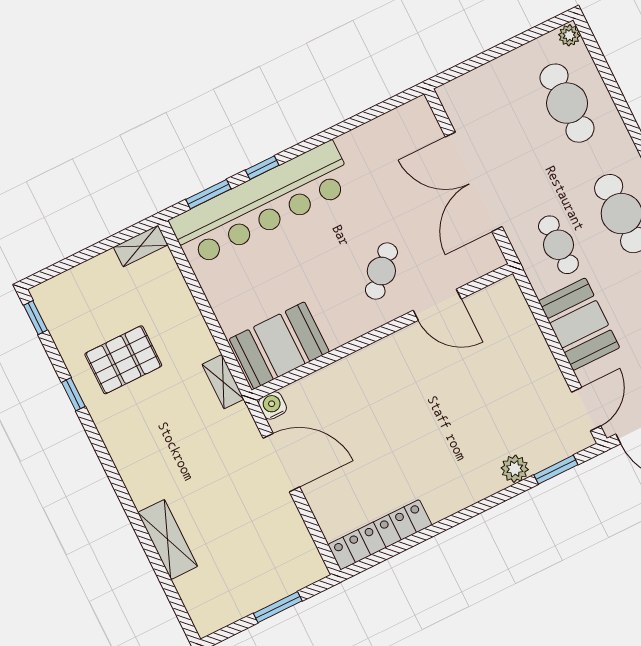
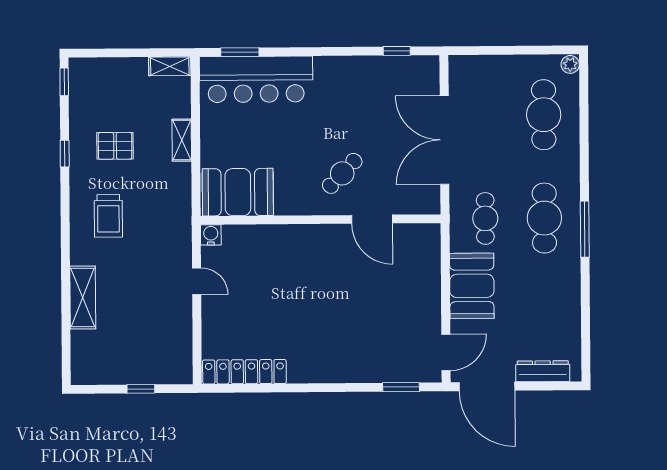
window: (262, 168) -> (397, 51), moved
bar counter: (262, 204) -> (256, 79), width x0.73
pallet: (123, 360) -> (115, 146), width x0.67, depth x0.71
shelving: (223, 382) -> (182, 140), moved
trolley: (153, 438) -> (108, 216), added
door: (281, 463) -> (197, 281), width x0.53
plant: (515, 469) -> (370, 371), removed
window: (278, 607) -> (141, 389), width x0.67

